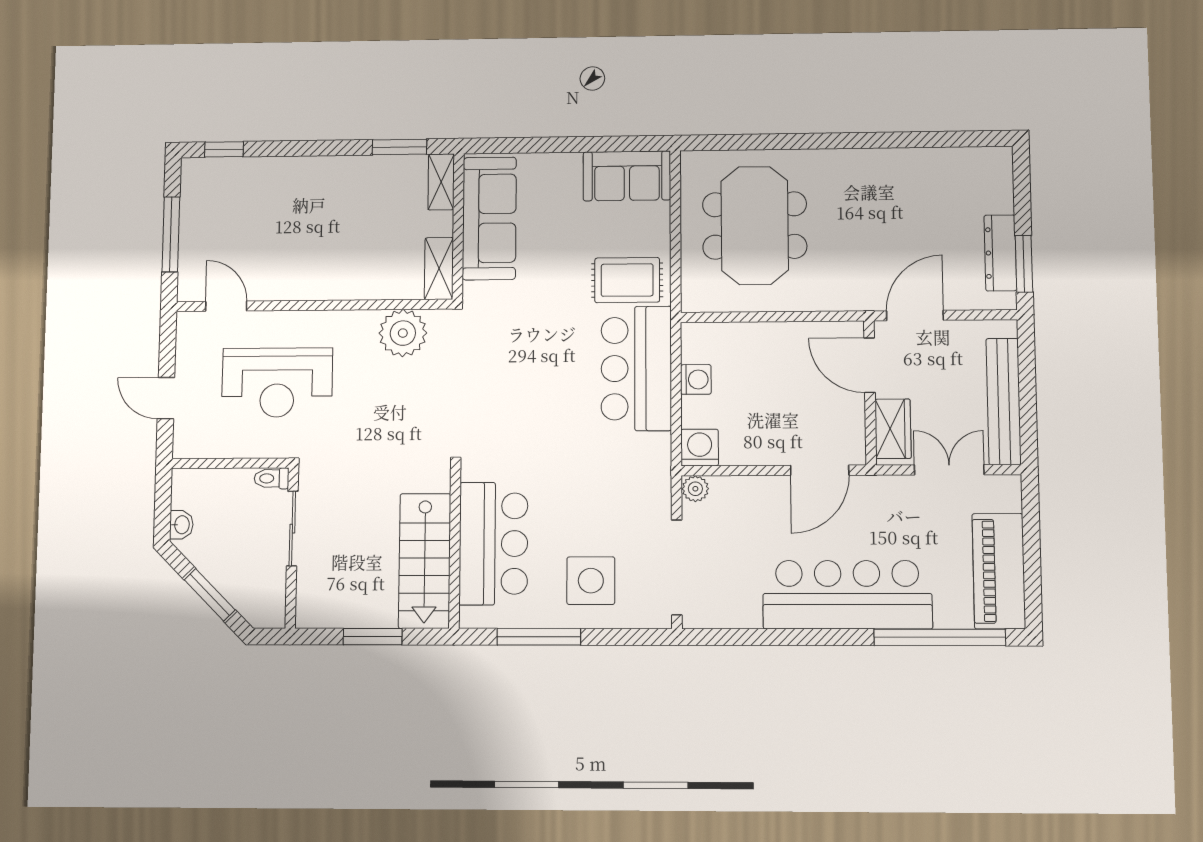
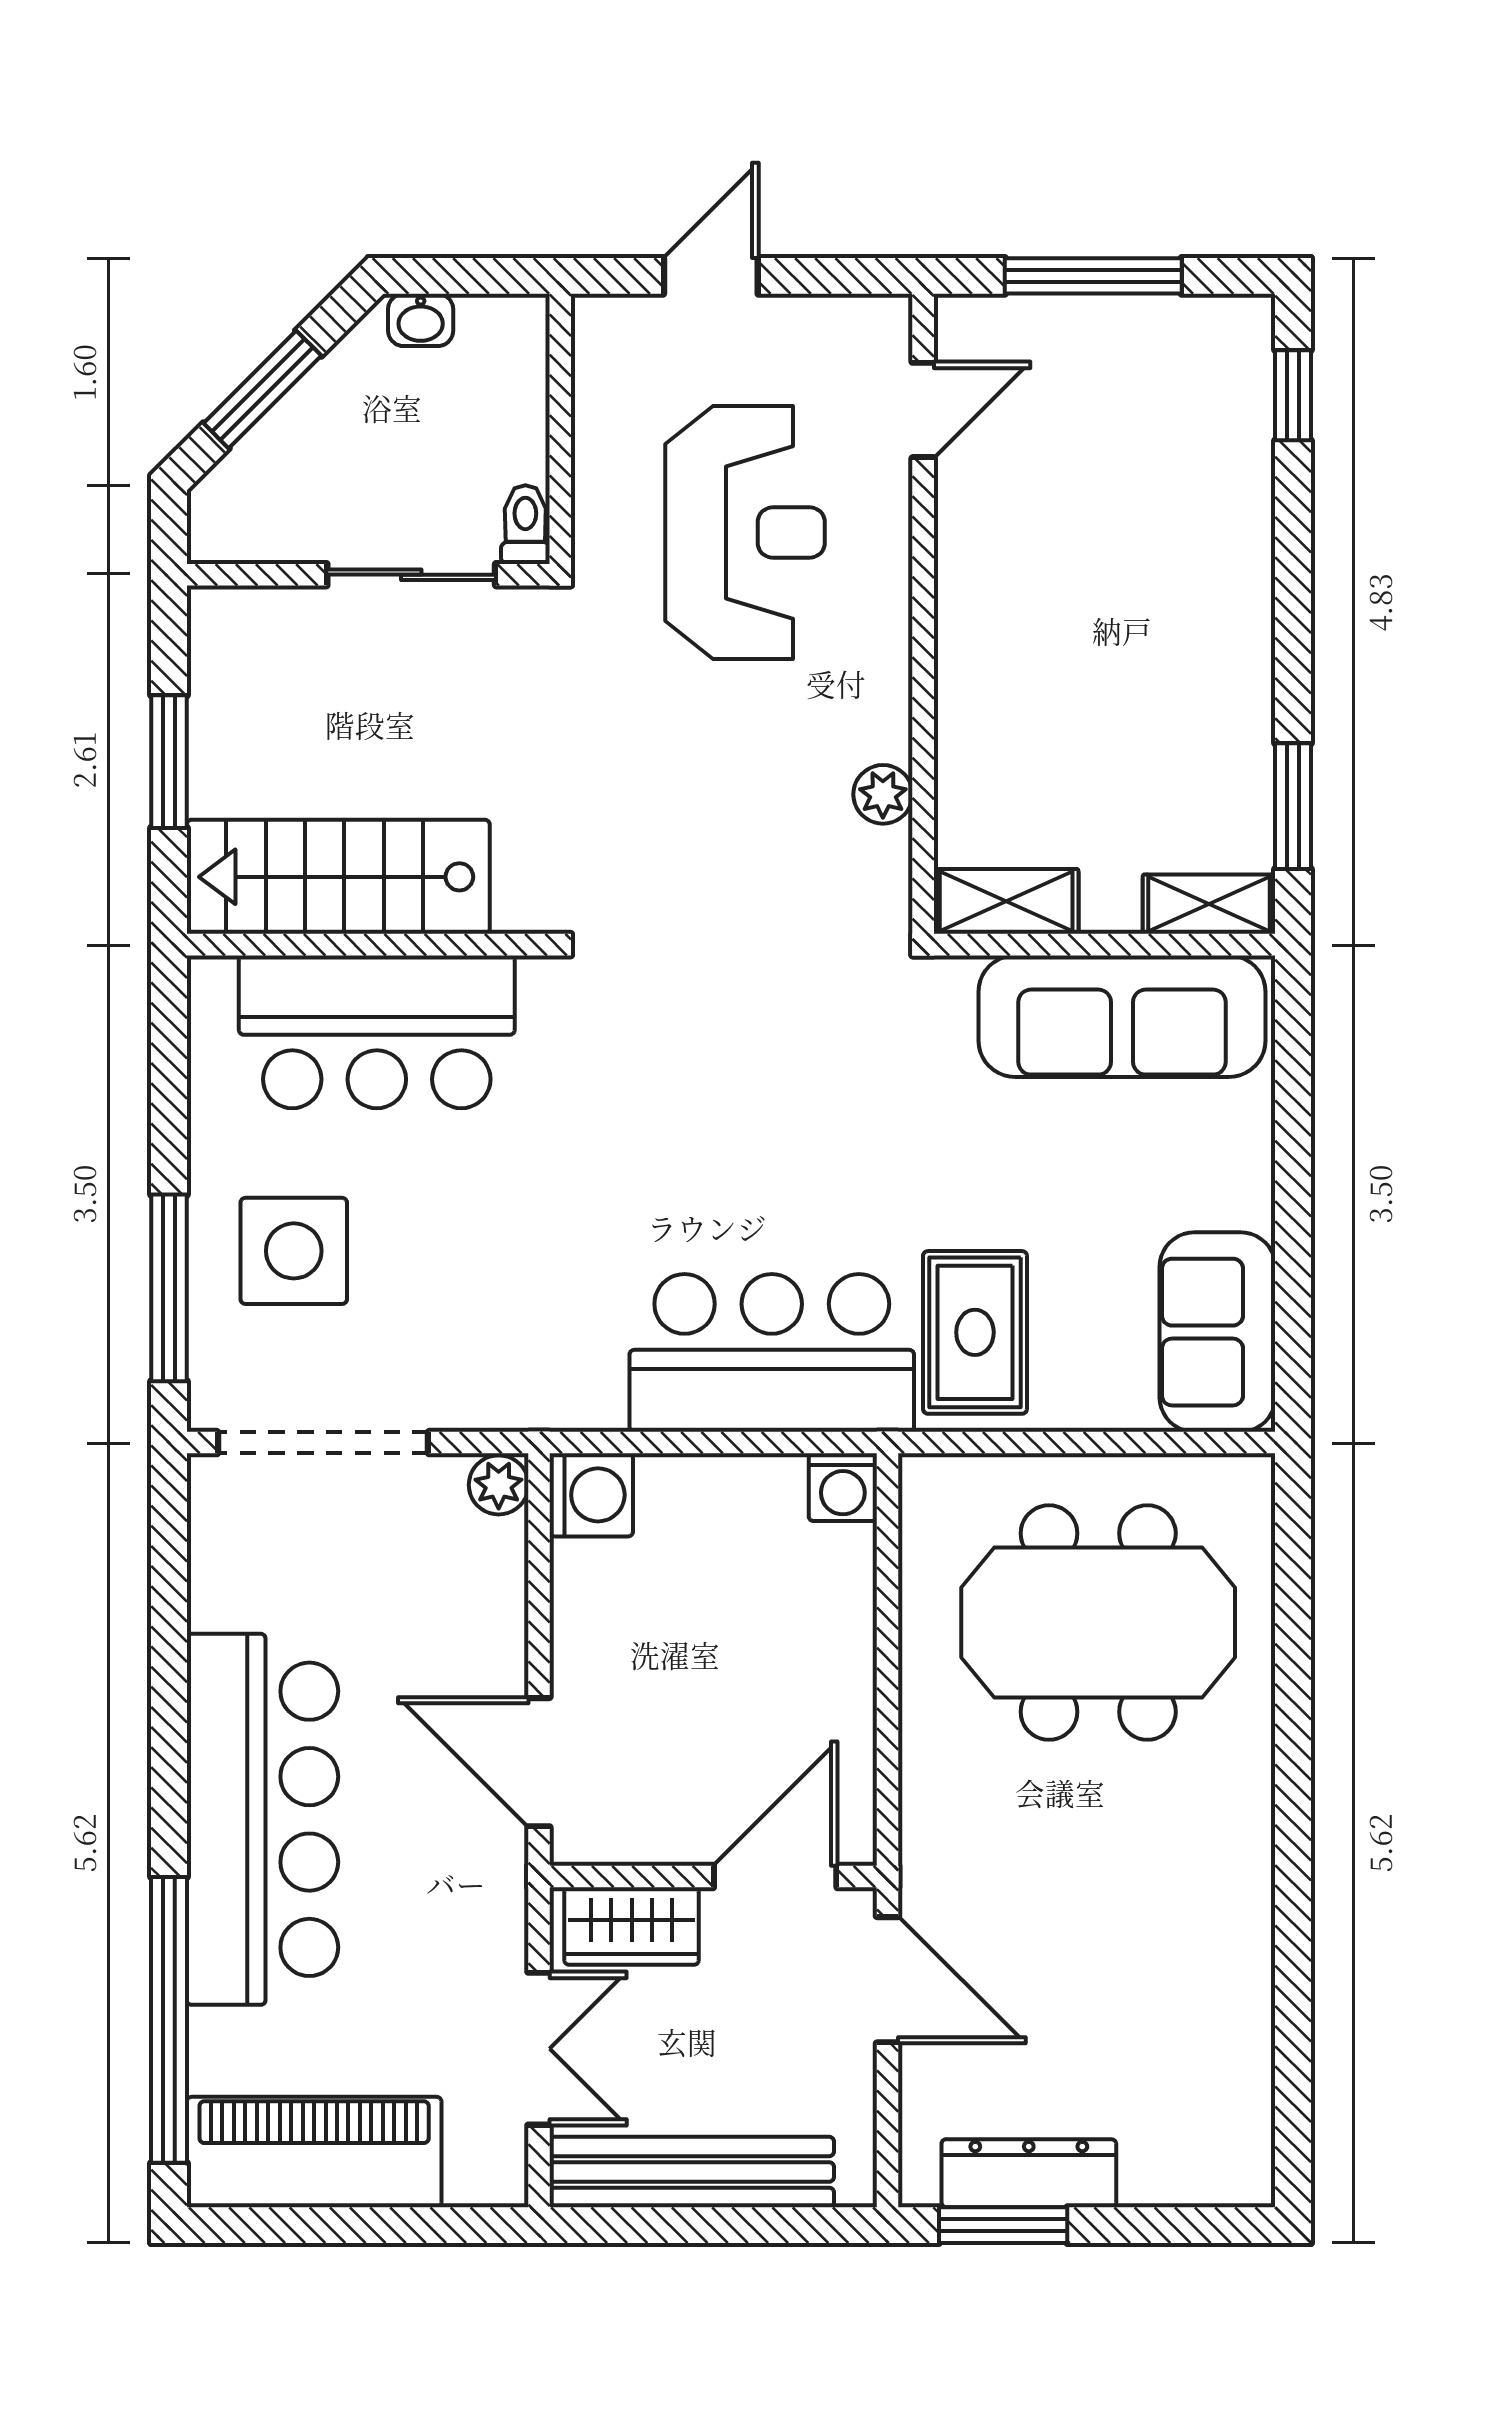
plant: (403, 333) -> (883, 794), width x0.53, depth x0.53
washing machine: (696, 379) -> (843, 1487), moved
reception desk: (277, 383) -> (745, 532), turned 180
window: (539, 637) -> (169, 1288), moved

